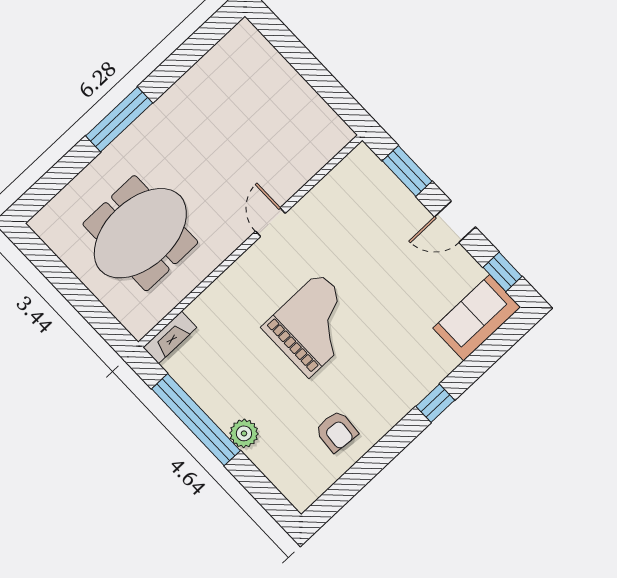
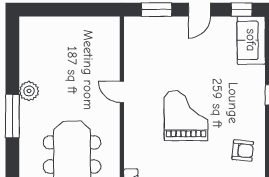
plant: (167, 111) -> (29, 91), added

